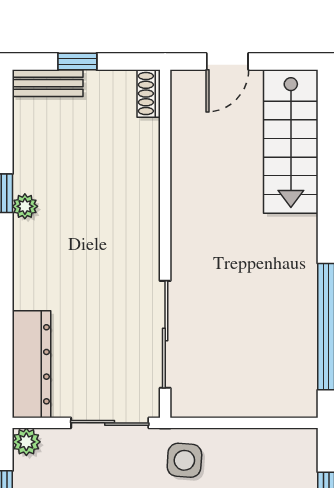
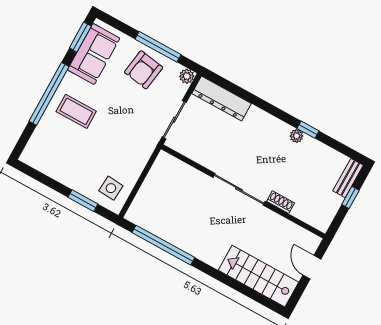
shoe rack: (149, 94) -> (281, 202), moved
sliding door: (165, 334) -> (239, 189), moved
side table: (184, 460) -> (111, 188), moved

